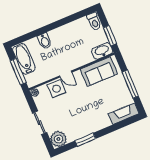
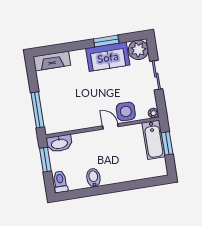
bidet: (45, 41) -> (93, 178), moved
bathtub: (24, 59) -> (154, 140), moved
window: (18, 72) -> (167, 143), width x0.69
sofa: (99, 72) -> (108, 57), moved, turned 180
window: (130, 84) -> (37, 110), moved

